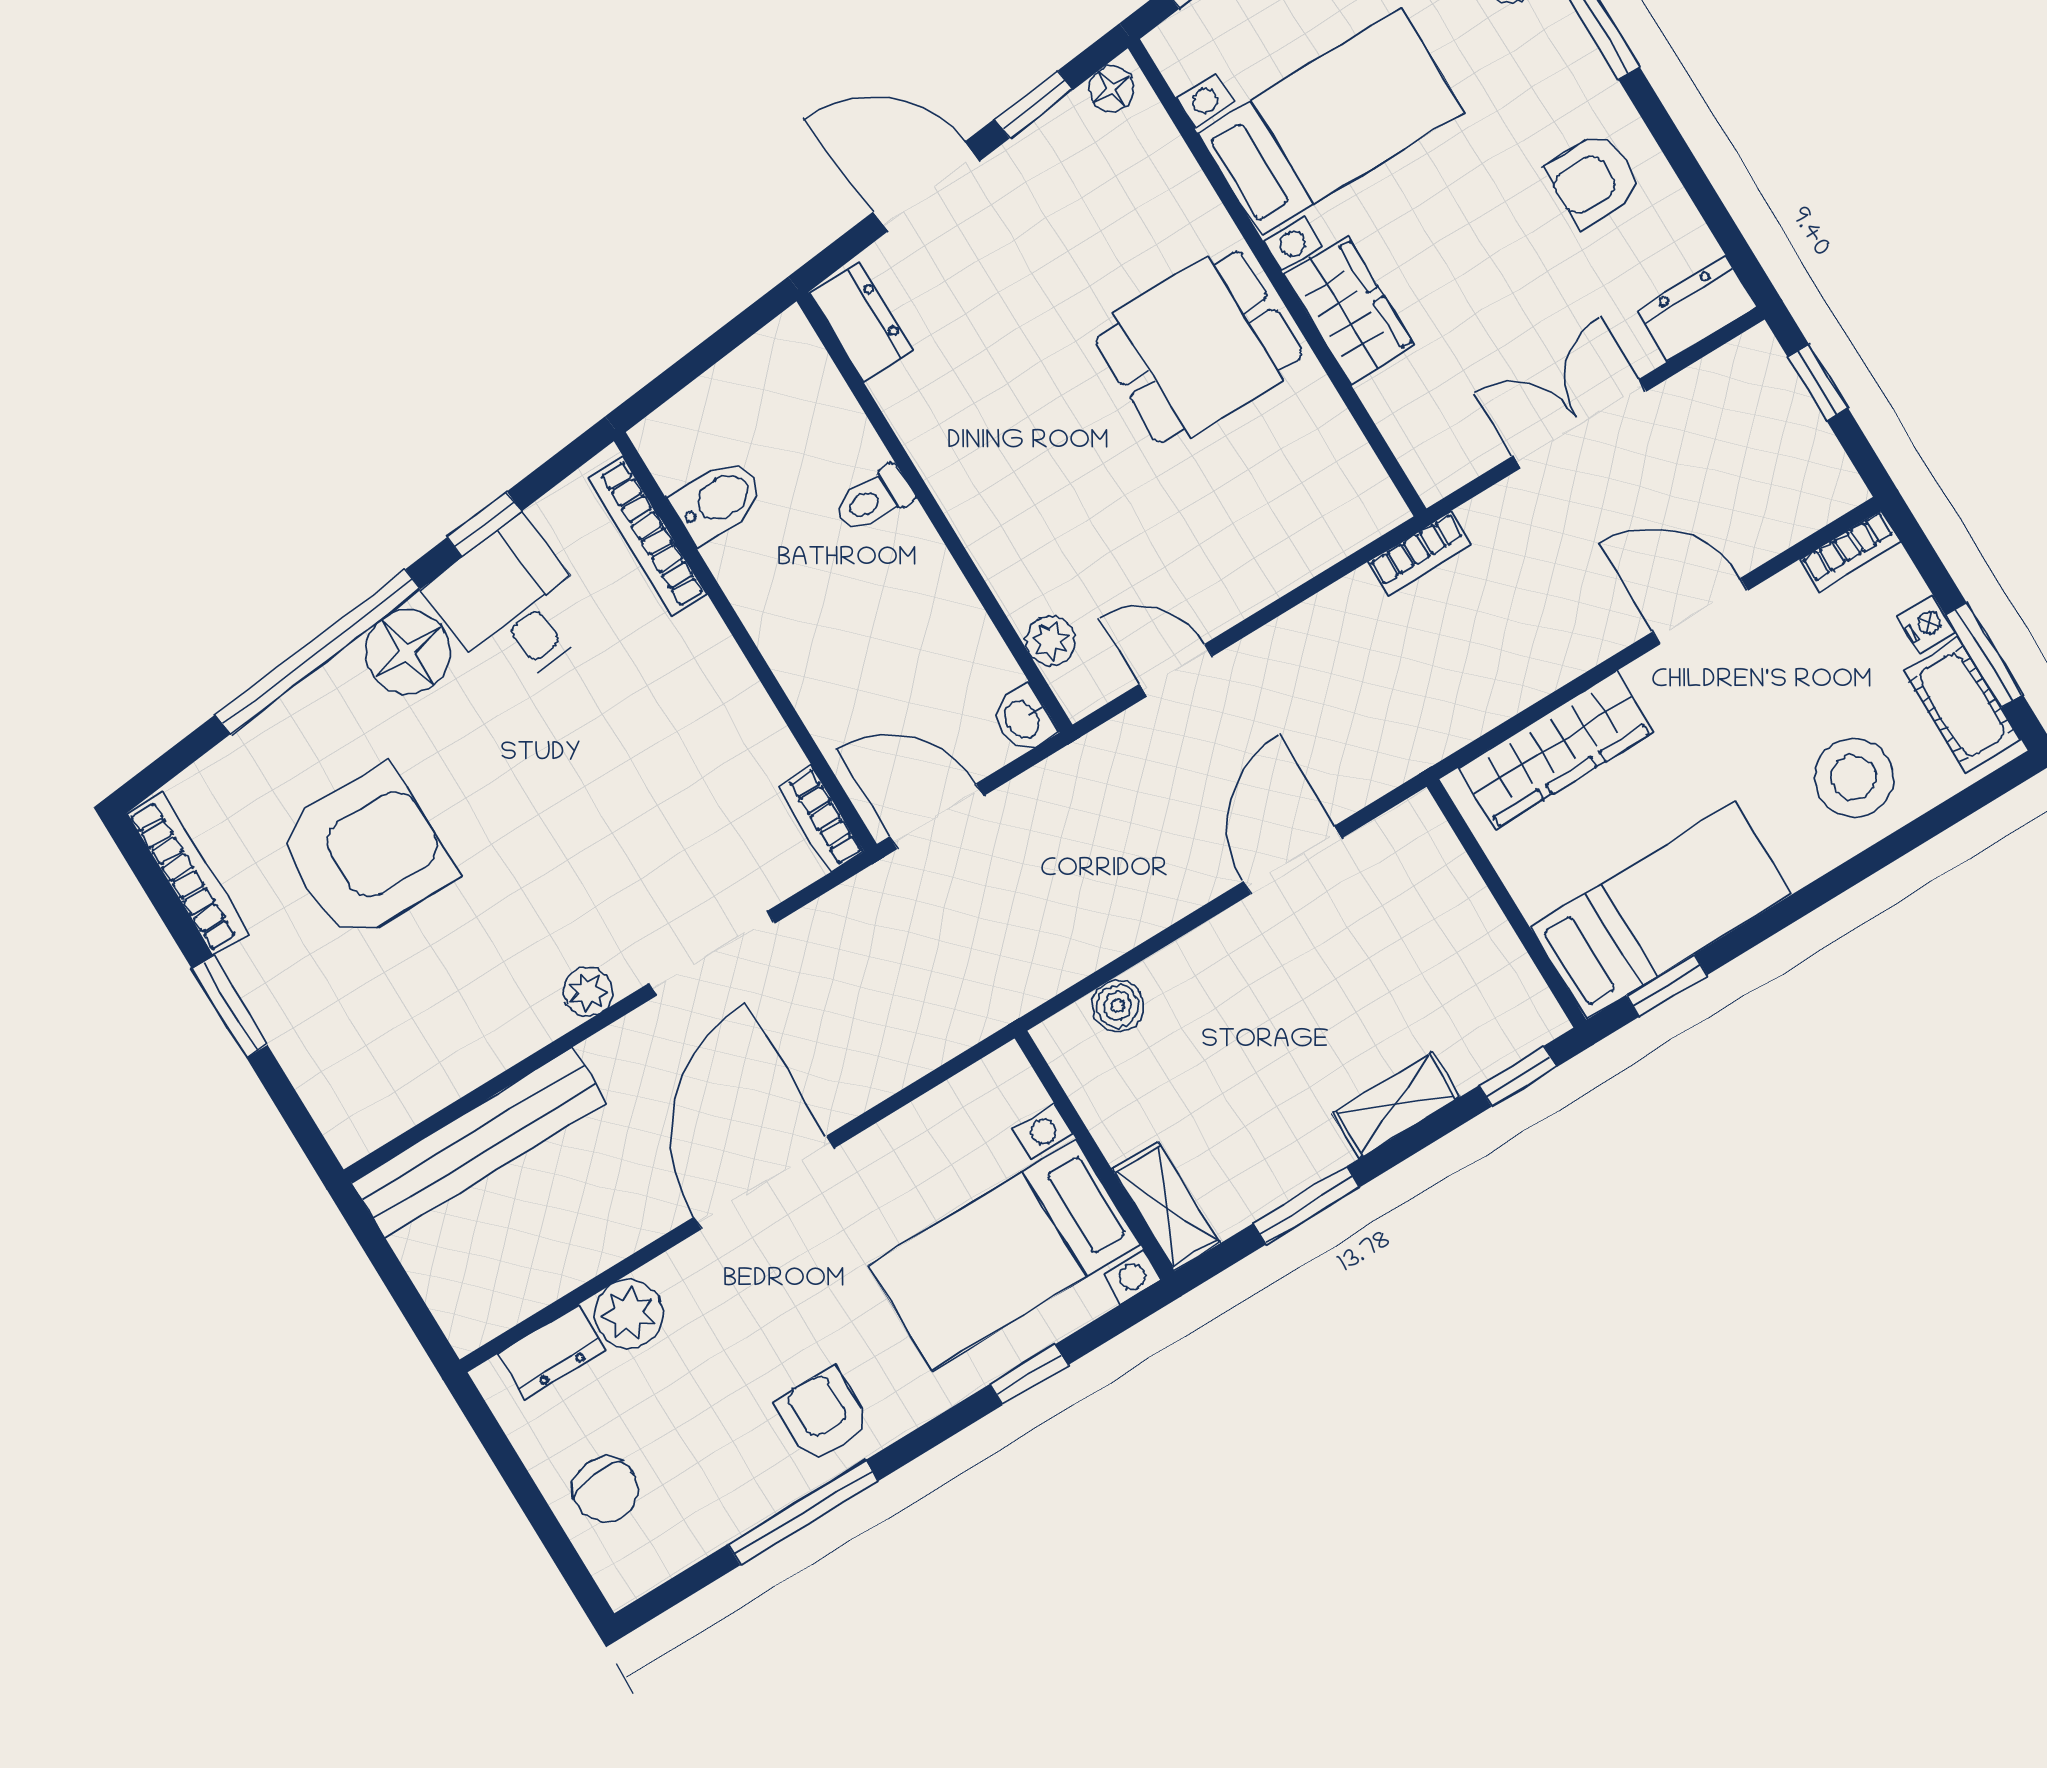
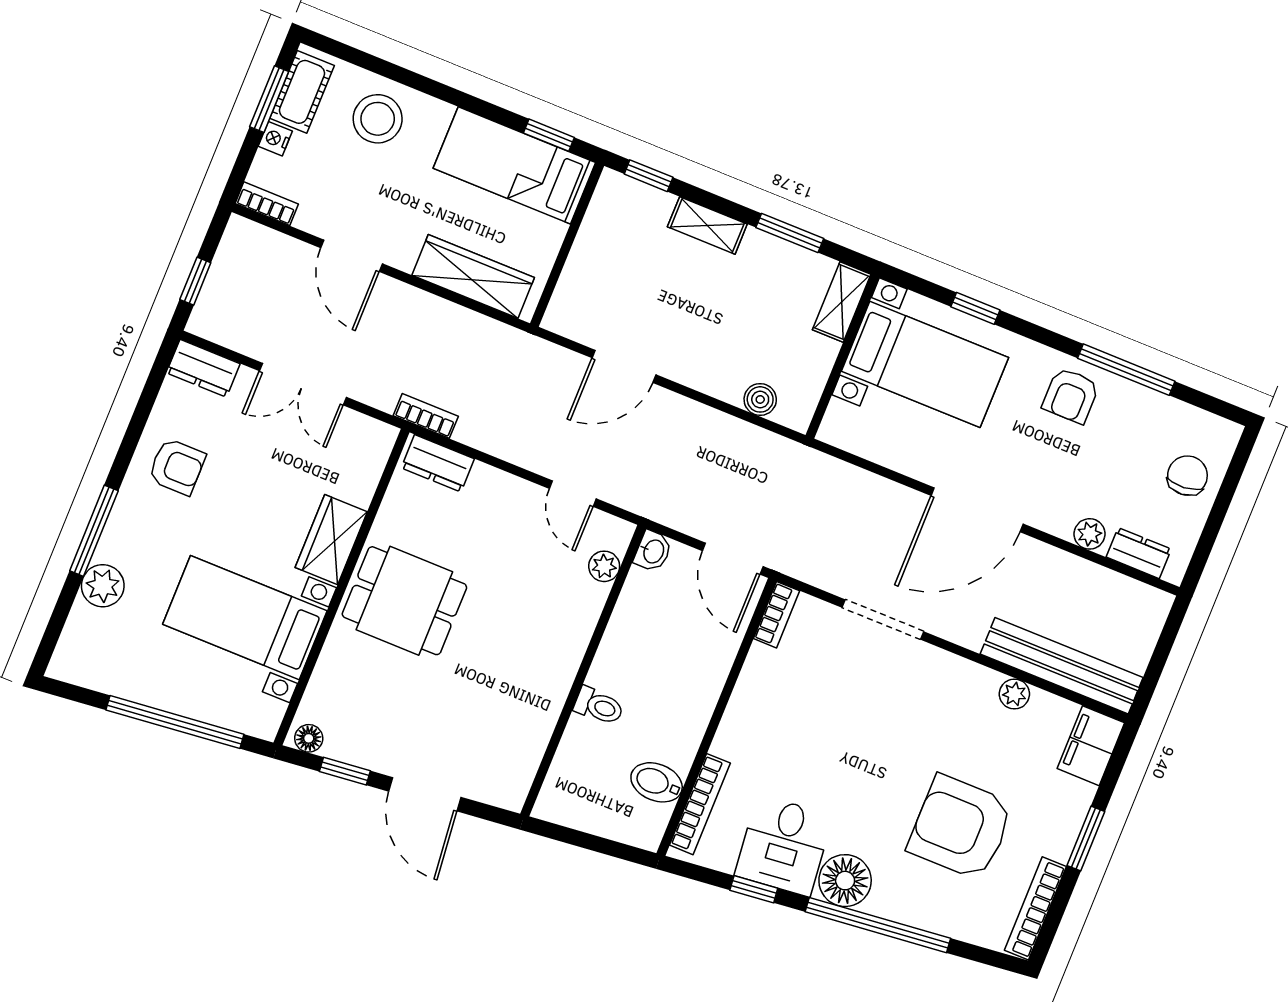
dresser: (861, 322) -> (438, 463), moved, turned -90
plant: (588, 992) -> (1014, 694), moved
filing cabinet: (346, 1103) -> (1091, 746), added
plant: (629, 1314) -> (1090, 534), width x0.73, depth x0.73

